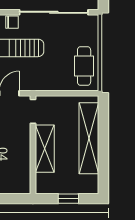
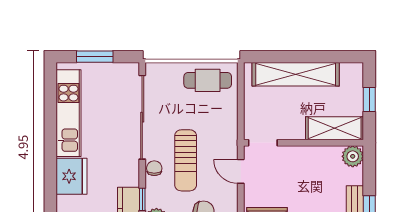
shelving: (45, 149) -> (335, 128), moved
plant: (22, 185) -> (353, 156), added

